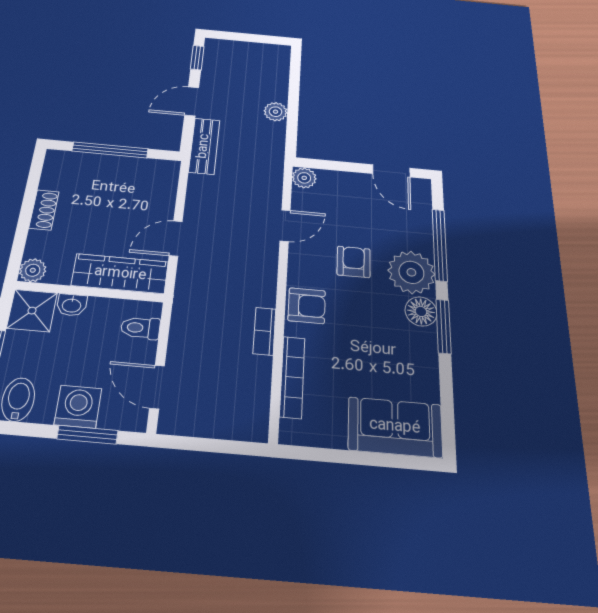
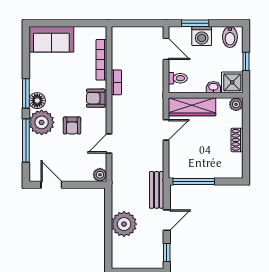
plant: (276, 112) -> (124, 224), width x1.87, depth x1.87
window: (110, 150) -> (194, 182), moved

